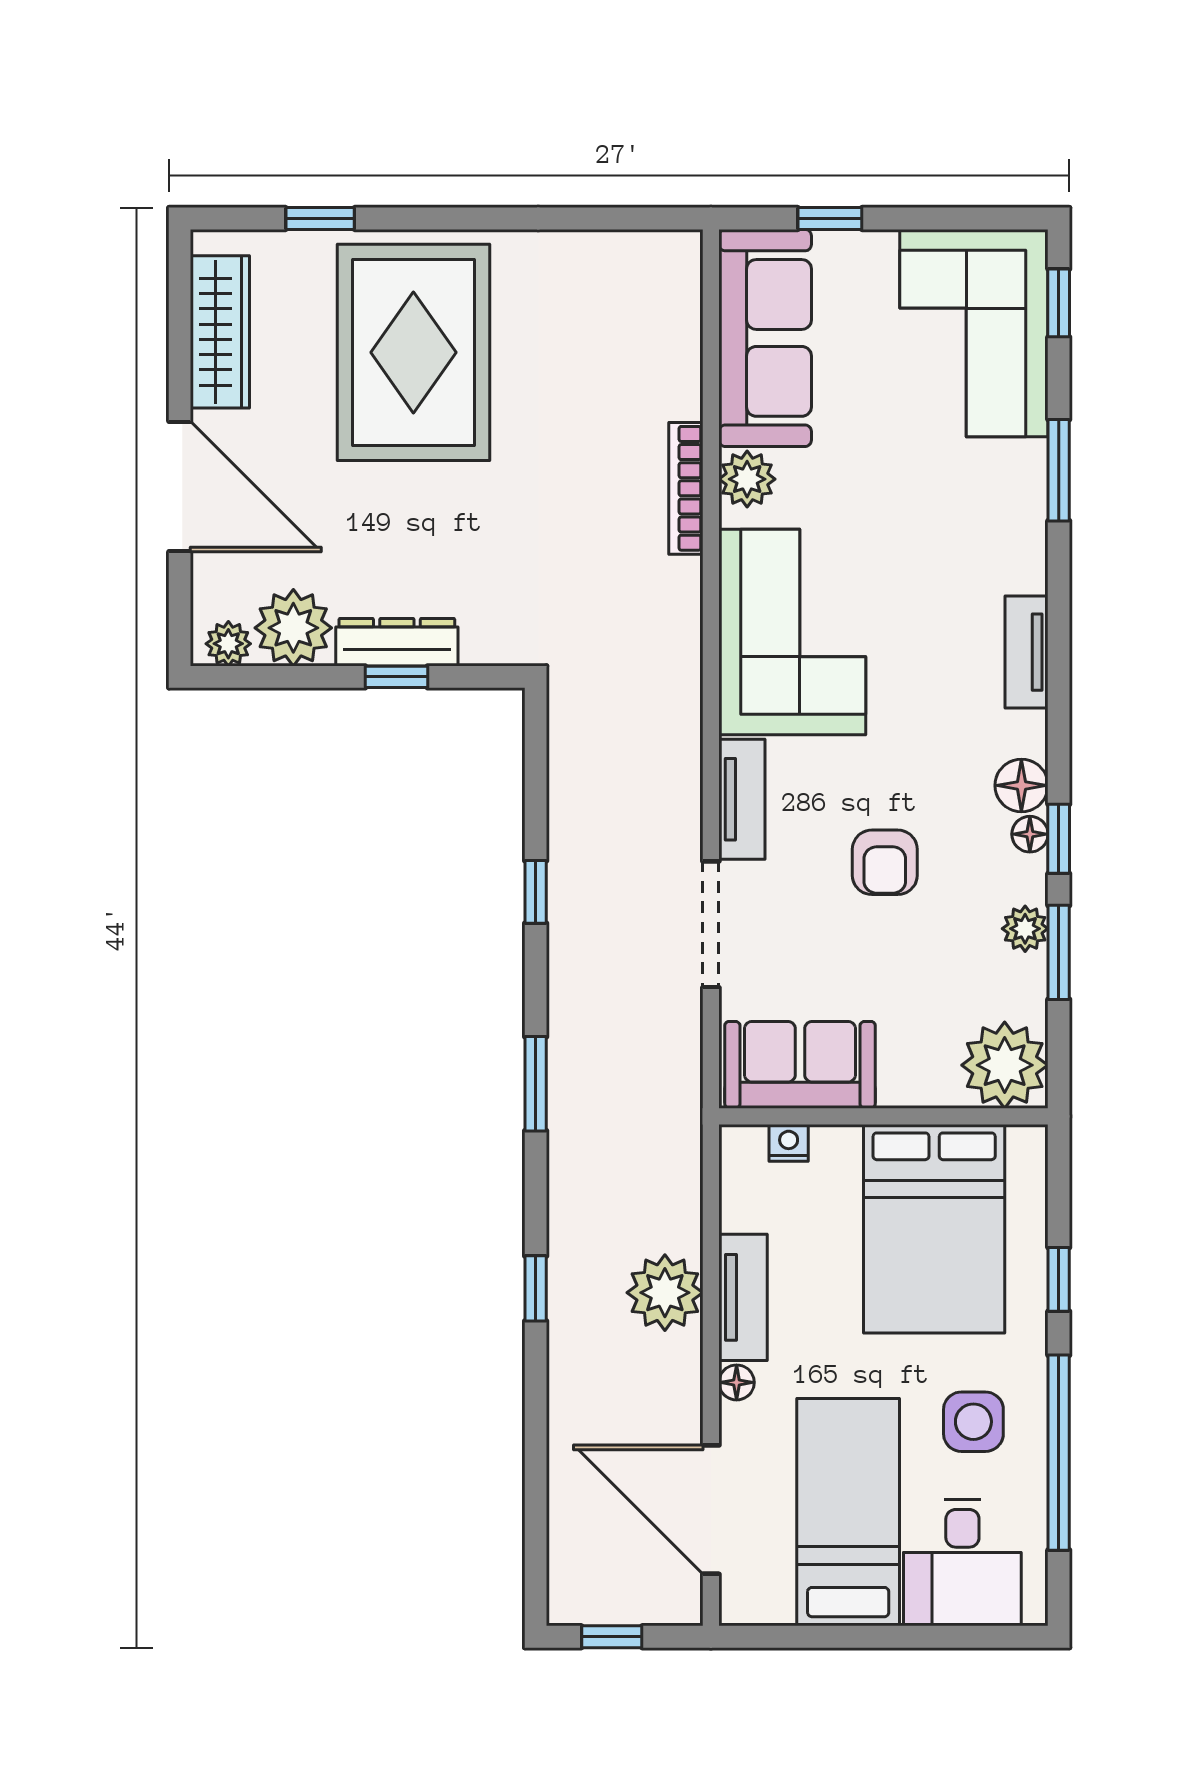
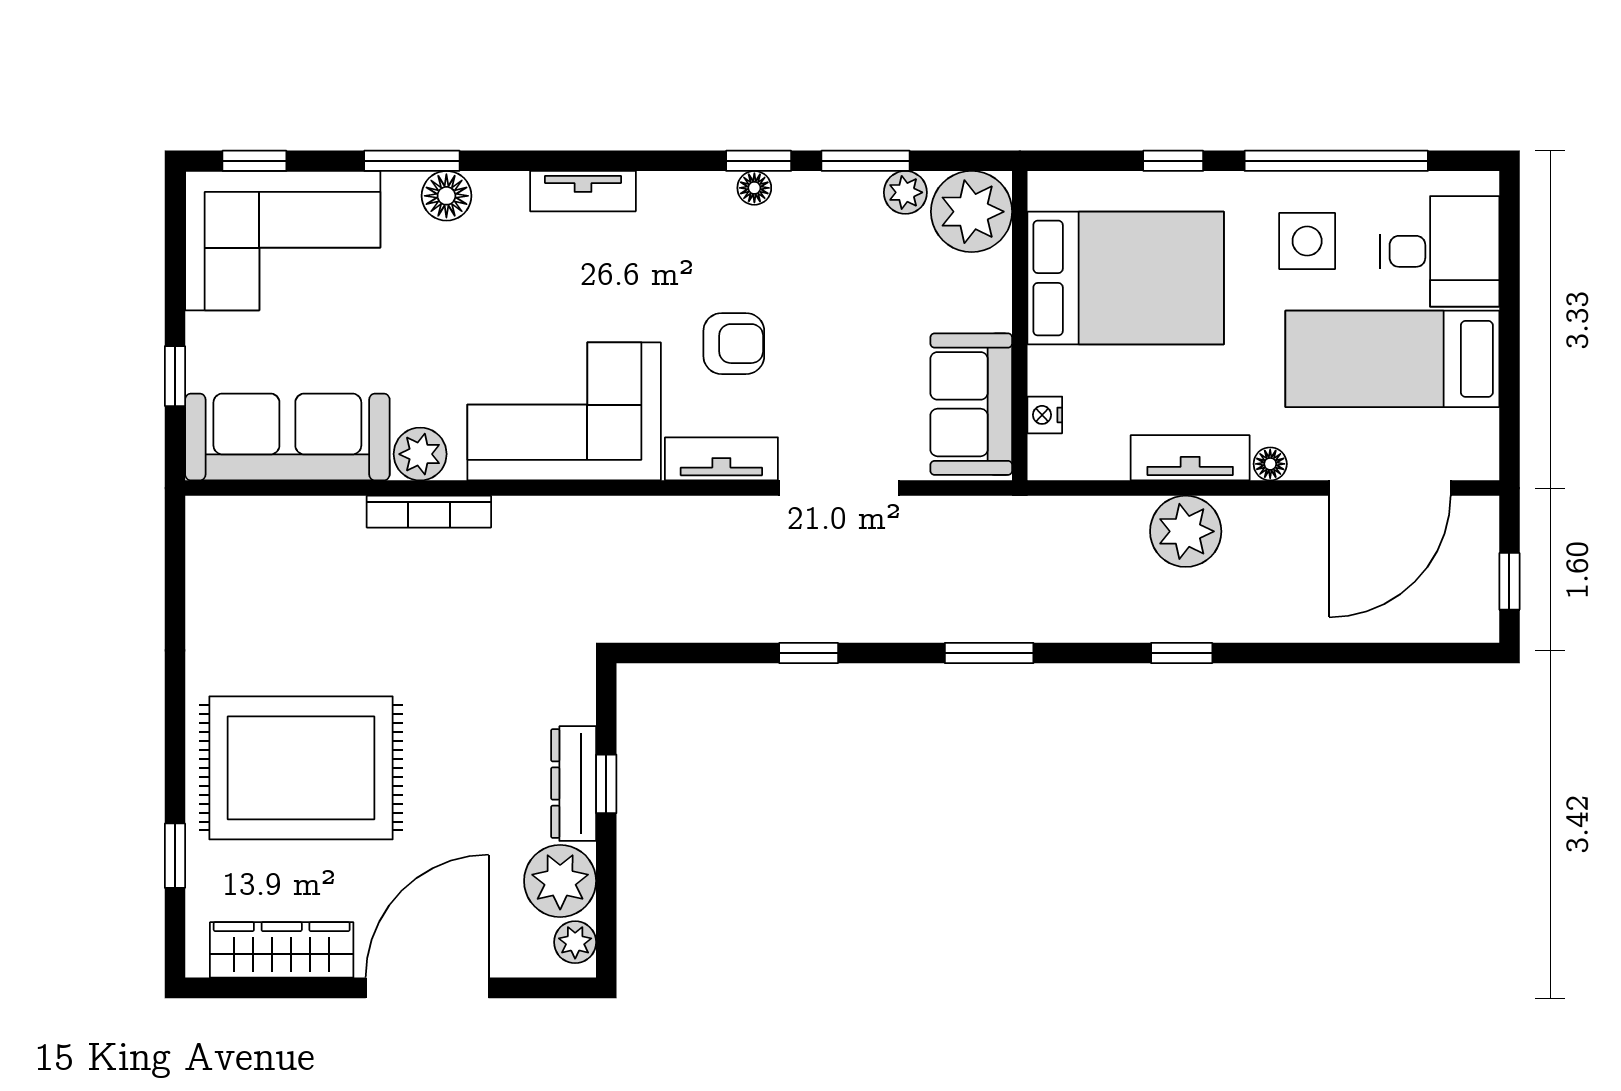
floor lamp: (1021, 785) -> (446, 196), moved
armchair: (885, 862) -> (734, 344), moved
plant: (1025, 929) -> (905, 192), moved

